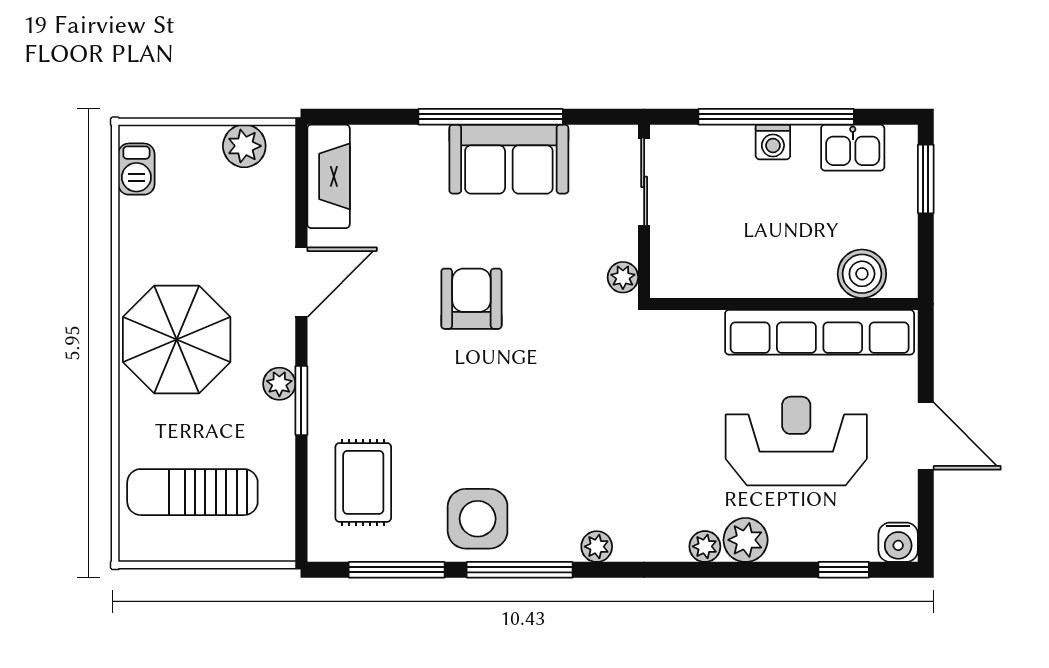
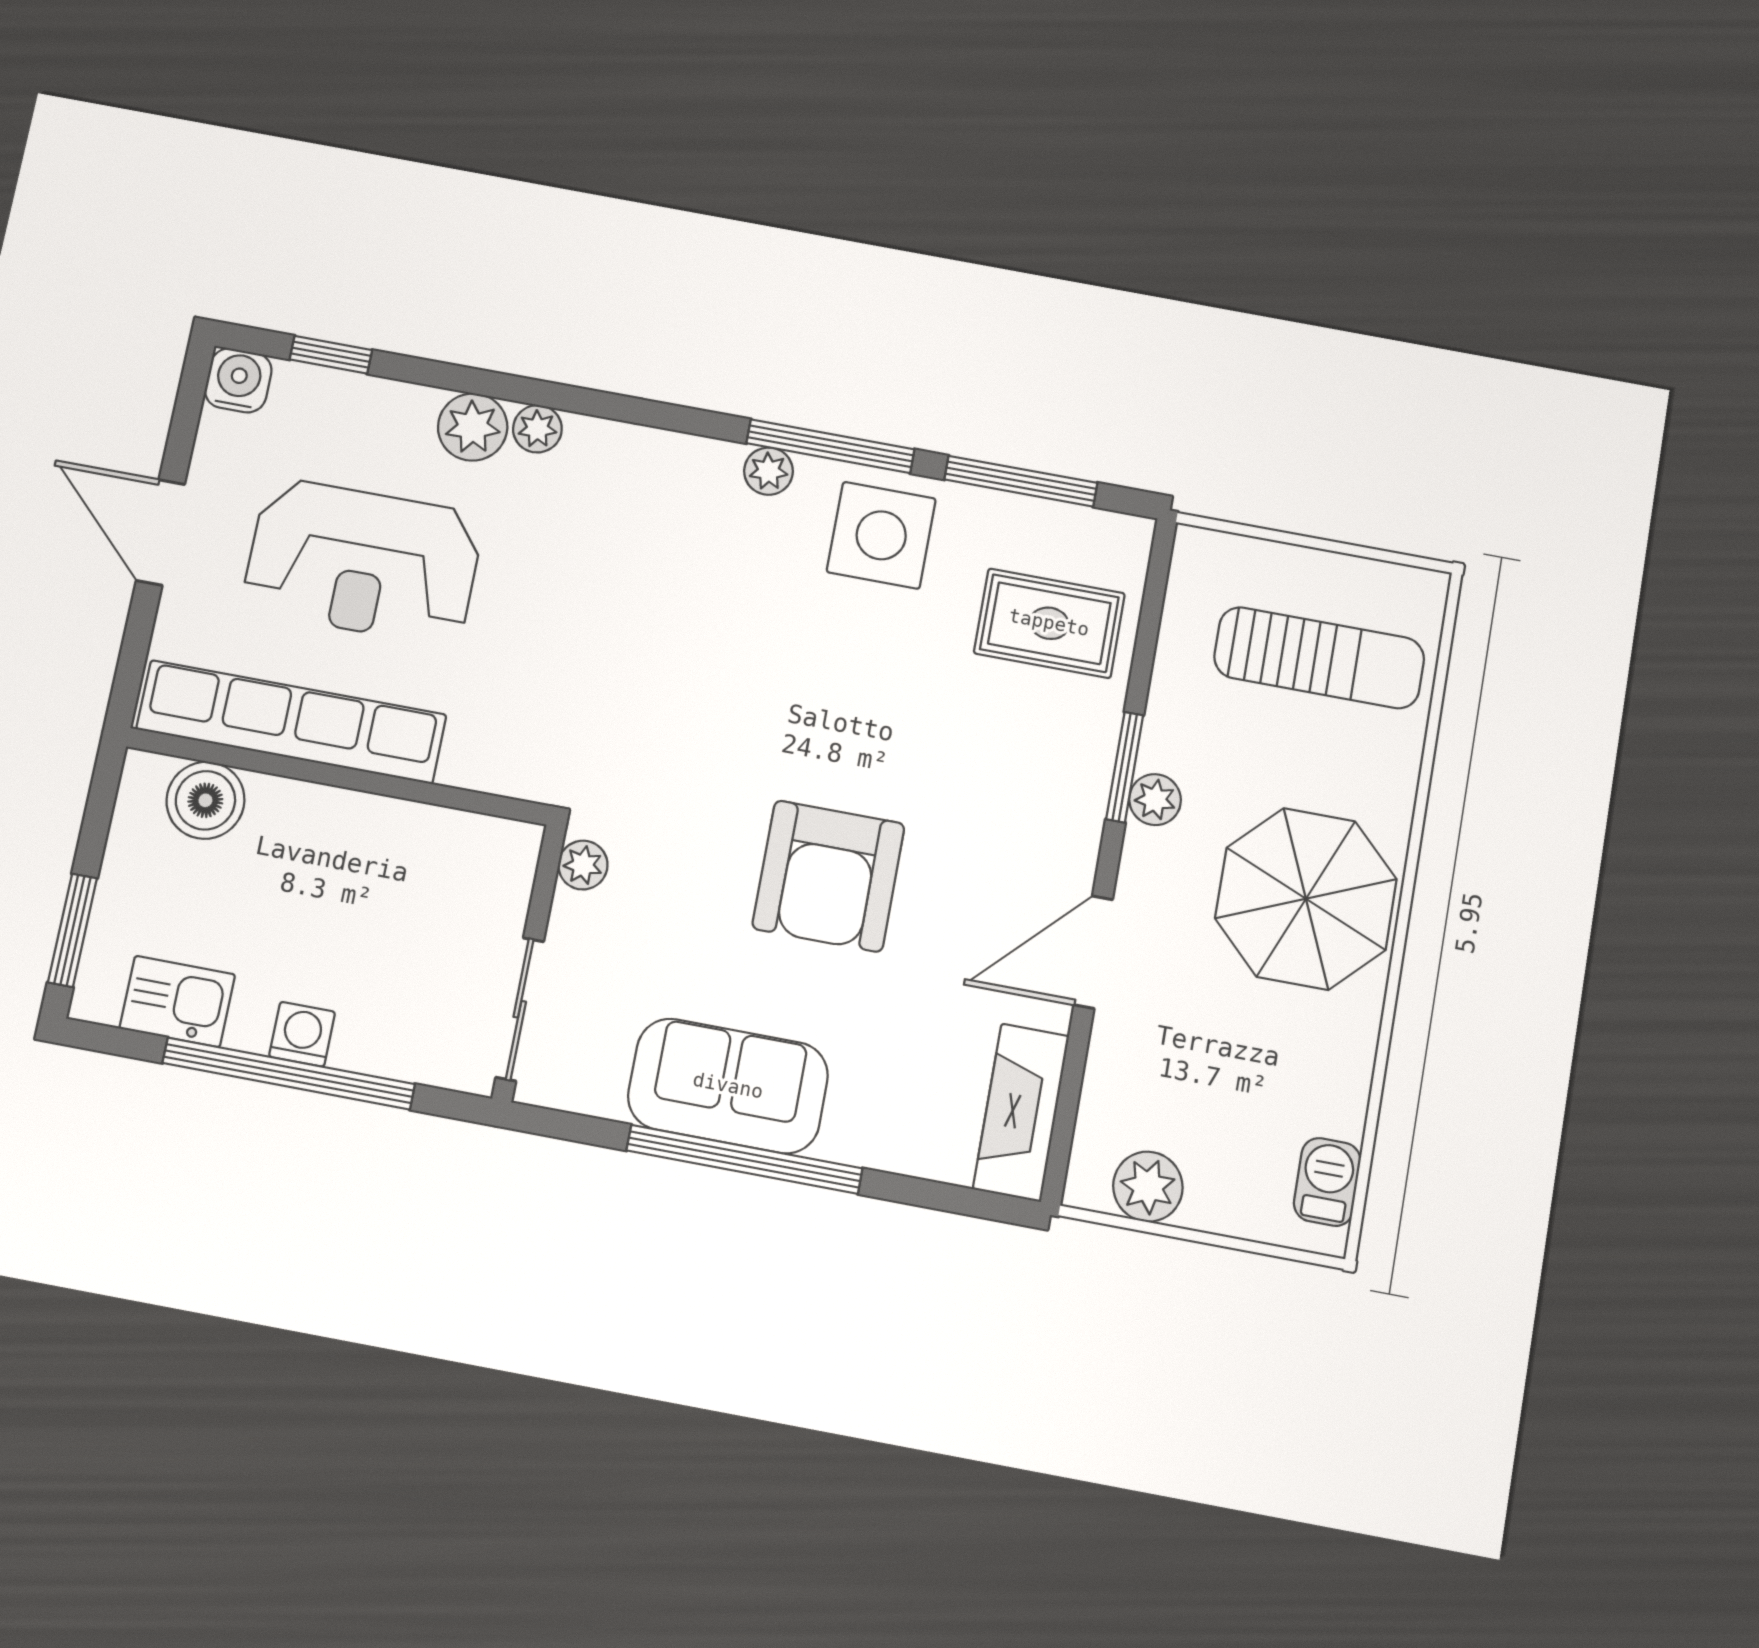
armchair: (471, 299) -> (828, 876), width x1.36, depth x1.36
rug: (363, 482) -> (1049, 623), turned 90
plant: (597, 547) -> (768, 471), moved

